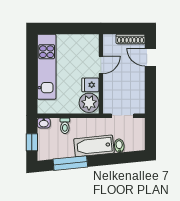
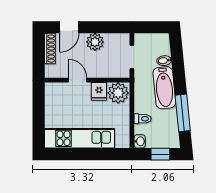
plant: (137, 81) -> (95, 42), added

